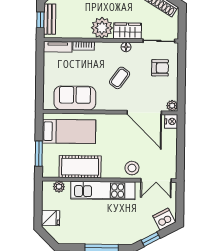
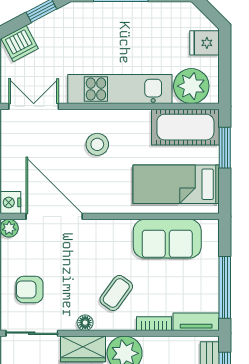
window: (40, 68) -> (225, 287), added
coffee table: (120, 78) -> (116, 293), moved
cot: (80, 167) -> (185, 127), moved
stool: (132, 168) -> (97, 144), moved
plant: (59, 187) -> (191, 86), width x1.87, depth x1.87

